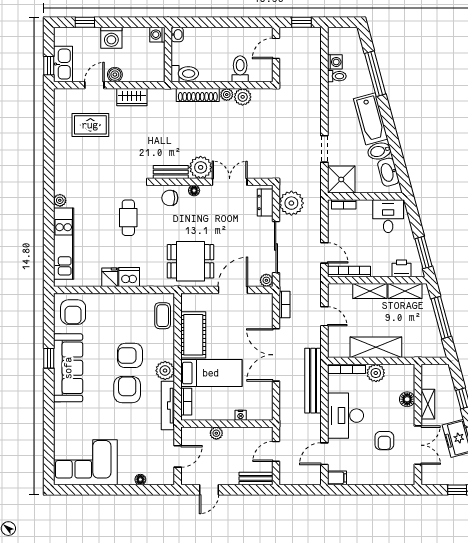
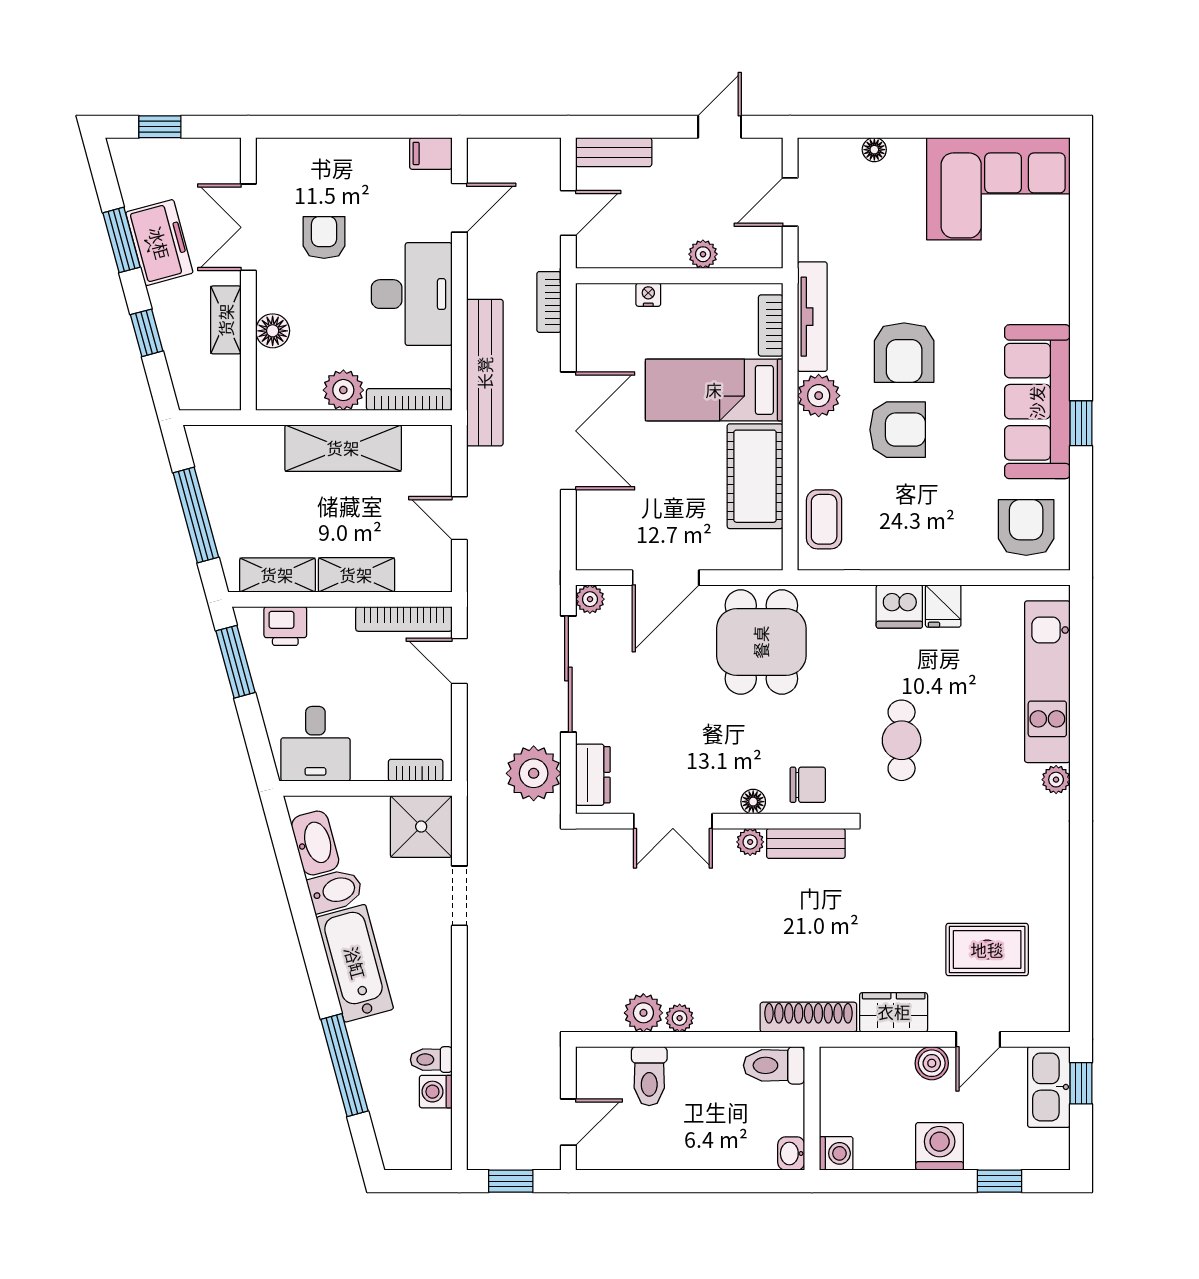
shoe rack: (198, 95) -> (808, 1017), moved
plant: (201, 167) -> (750, 842), width x0.53, depth x0.53
dining table: (190, 261) -> (761, 642), turned 90
bookcase: (285, 304) -> (549, 302), moved

